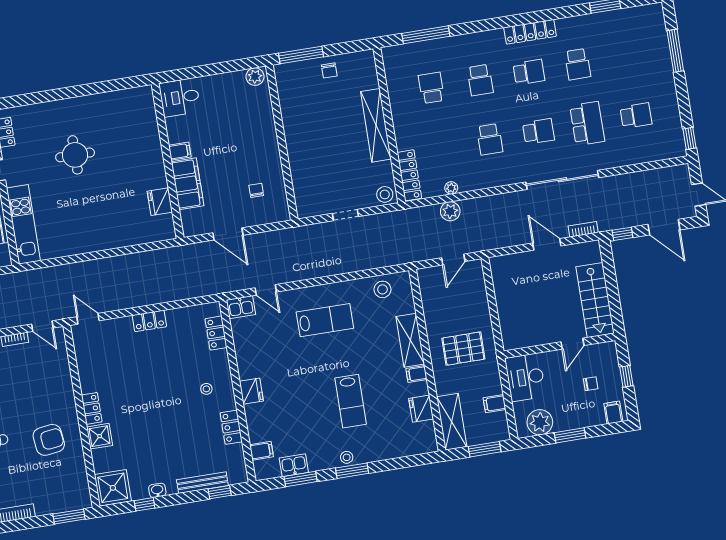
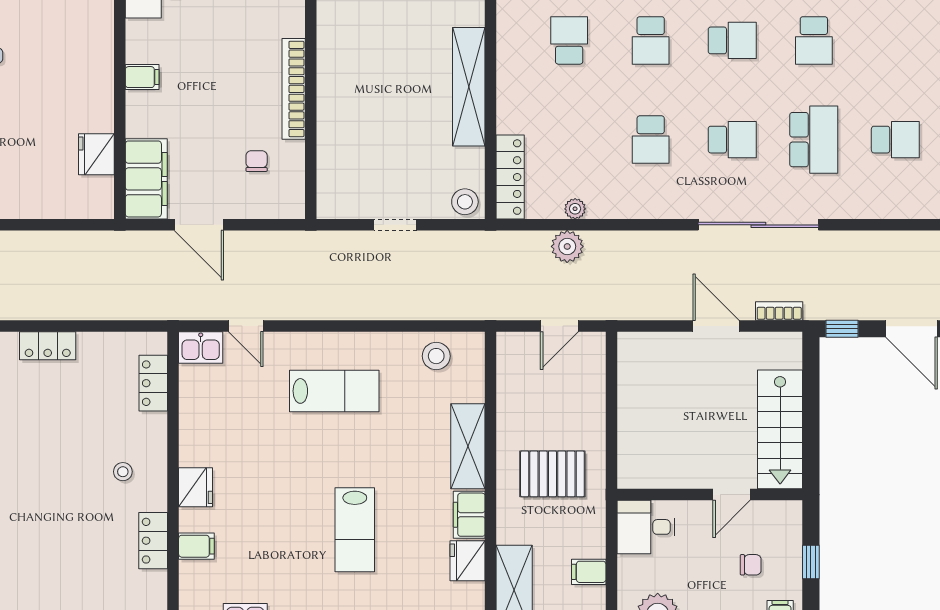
bookcase: (271, 144) -> (294, 89), added
filing cabinet: (188, 184) -> (146, 179), moved
filing cabinet: (416, 374) -> (469, 515), width x2.00
desk: (525, 377) -> (646, 527), width x0.73
filing cabinet: (262, 451) -> (196, 546), moved

